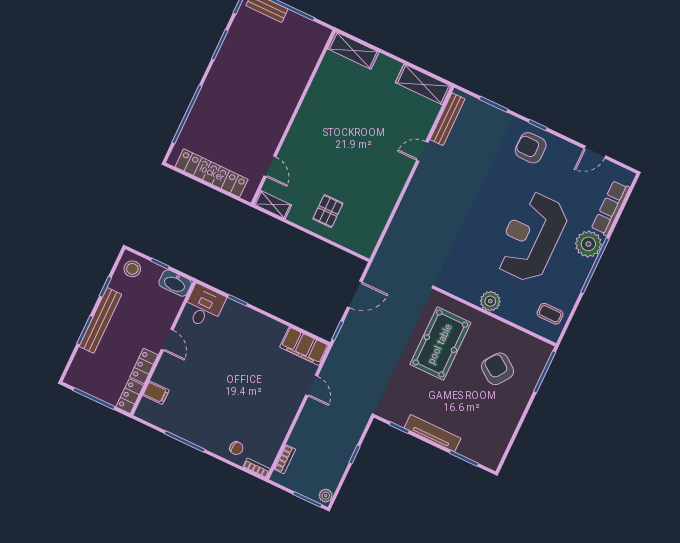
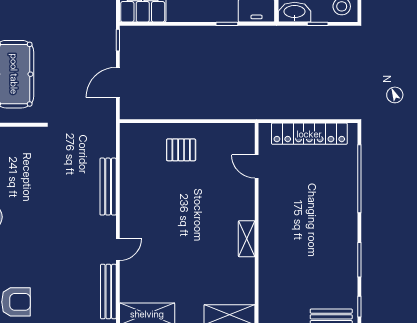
shelving: (273, 205) -> (247, 239), moved, turned 90
bench: (405, 209) -> (108, 187), added
pallet: (328, 211) -> (181, 150), turned 90

